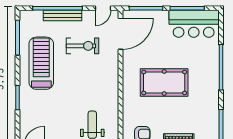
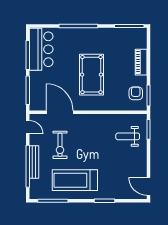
door: (120, 34) -> (60, 112), moved
exercise bike: (82, 46) -> (60, 145), turned 180

